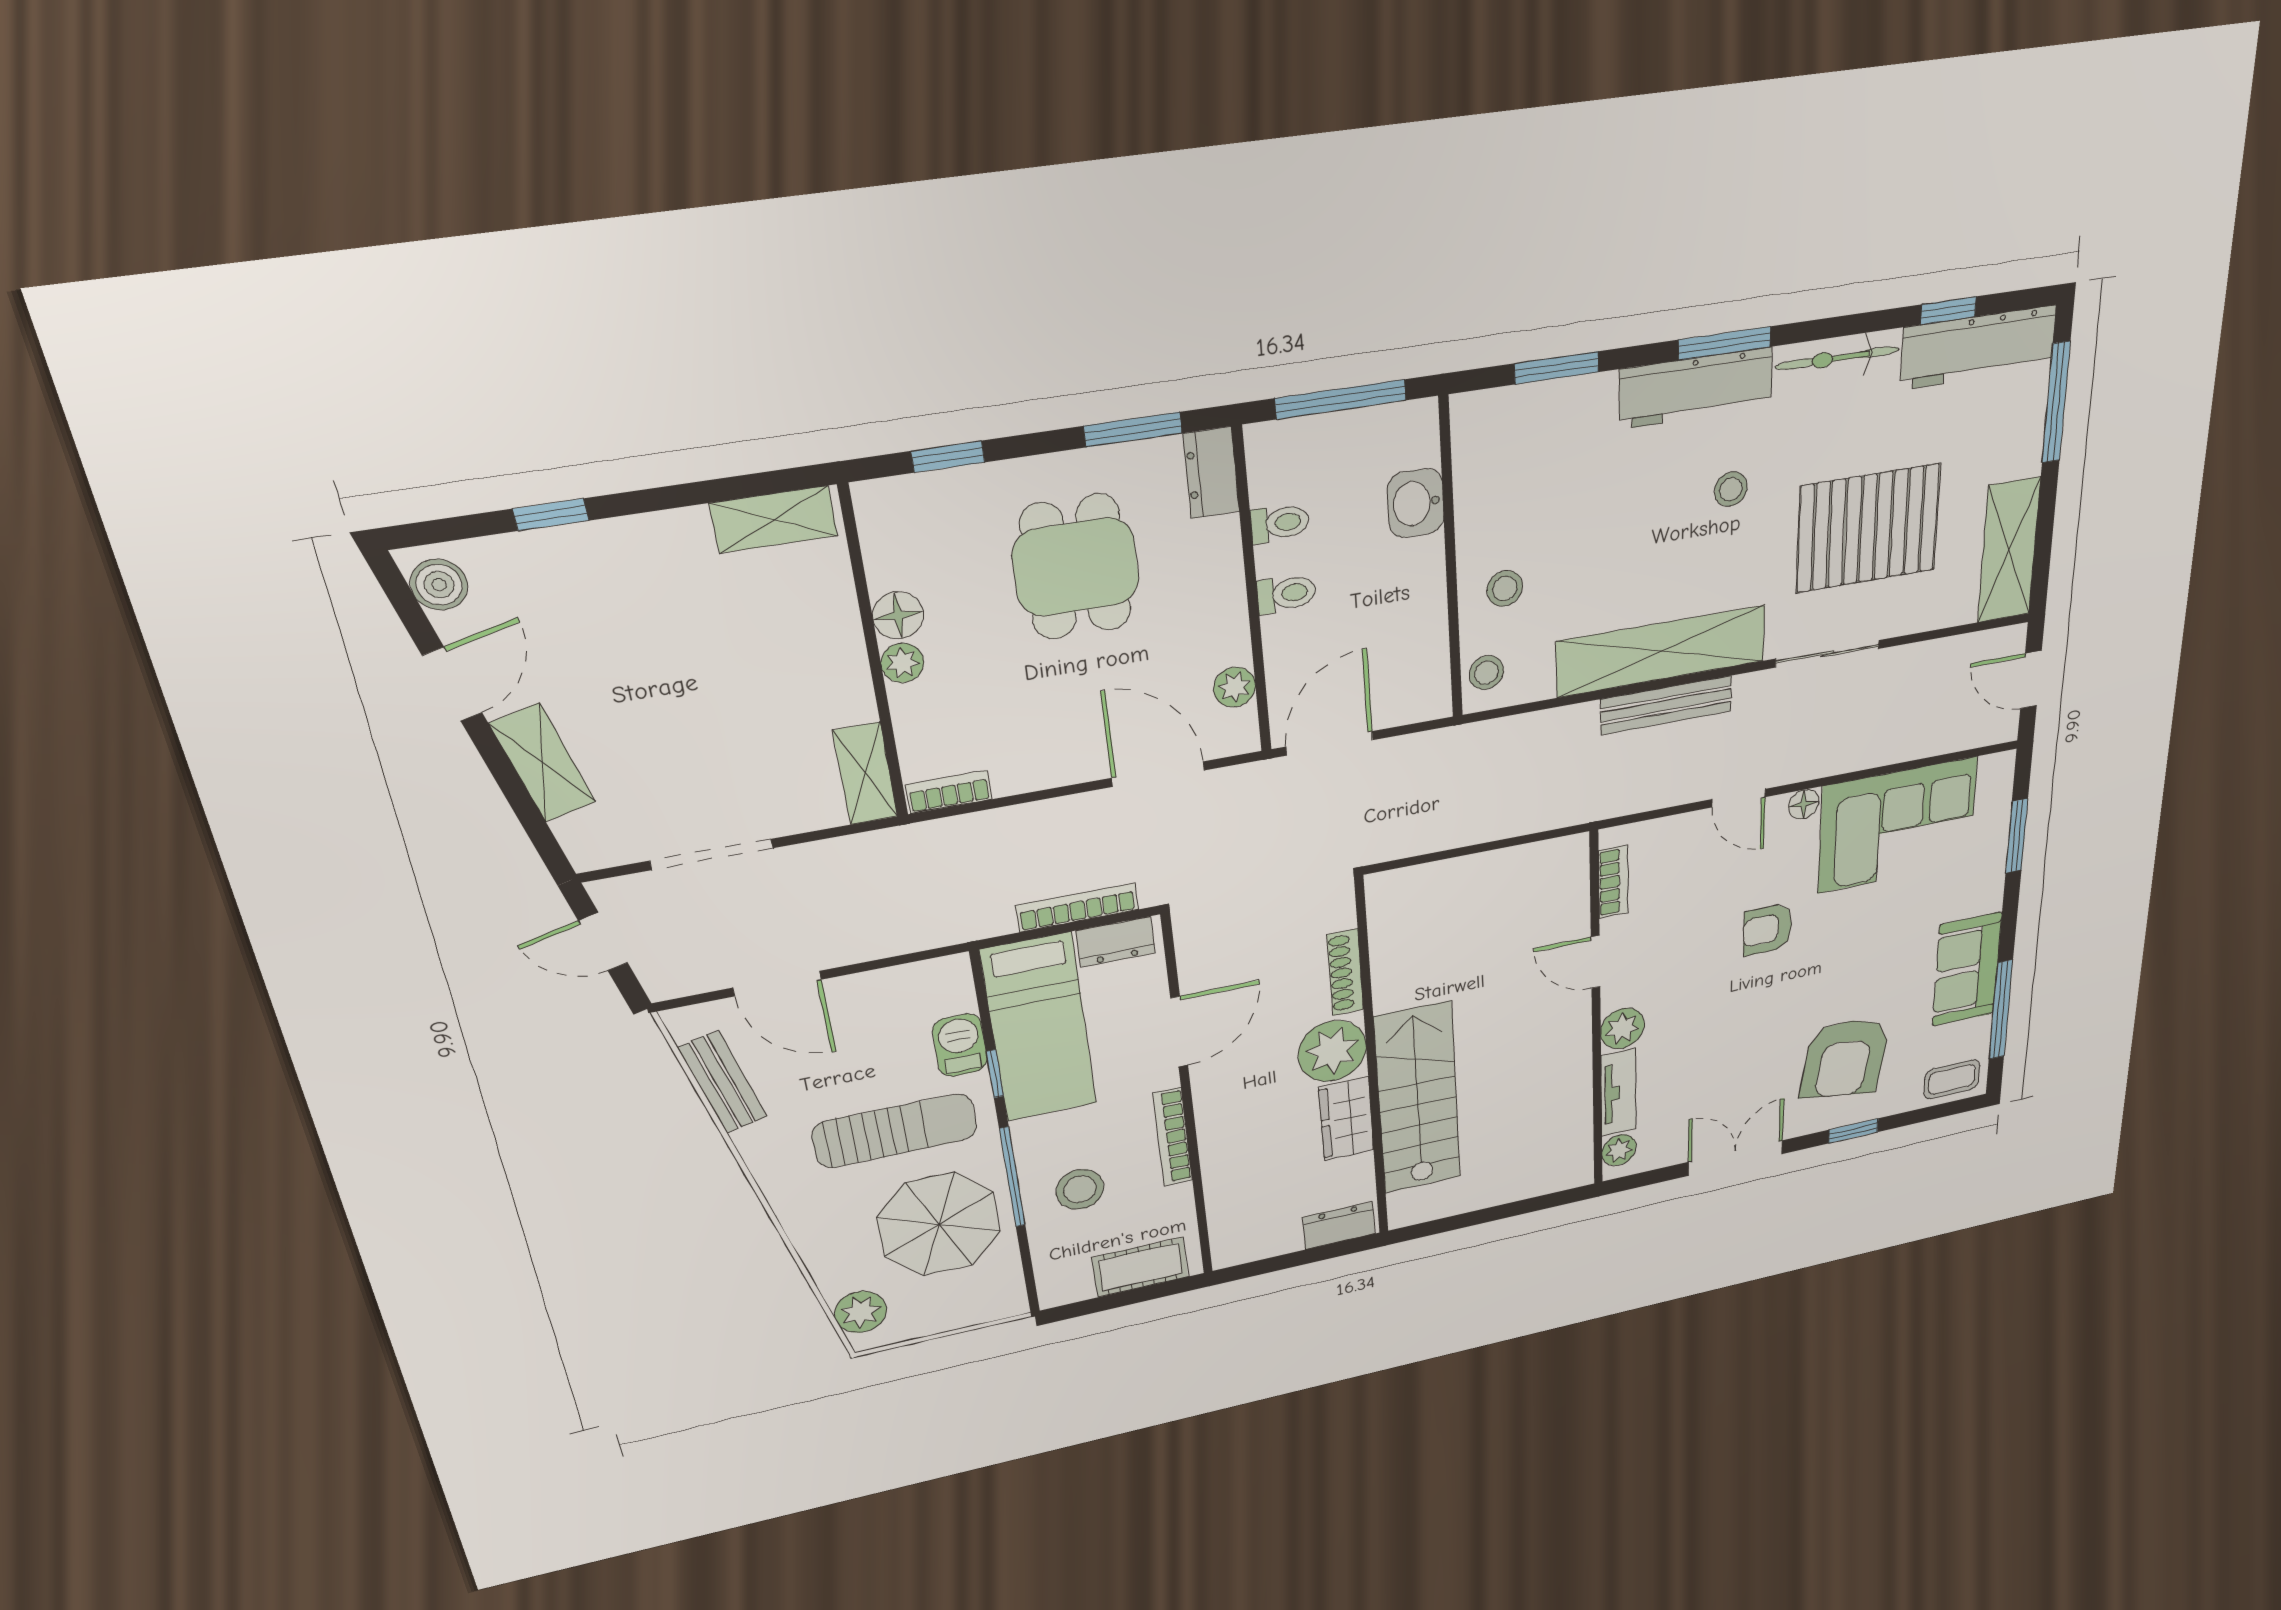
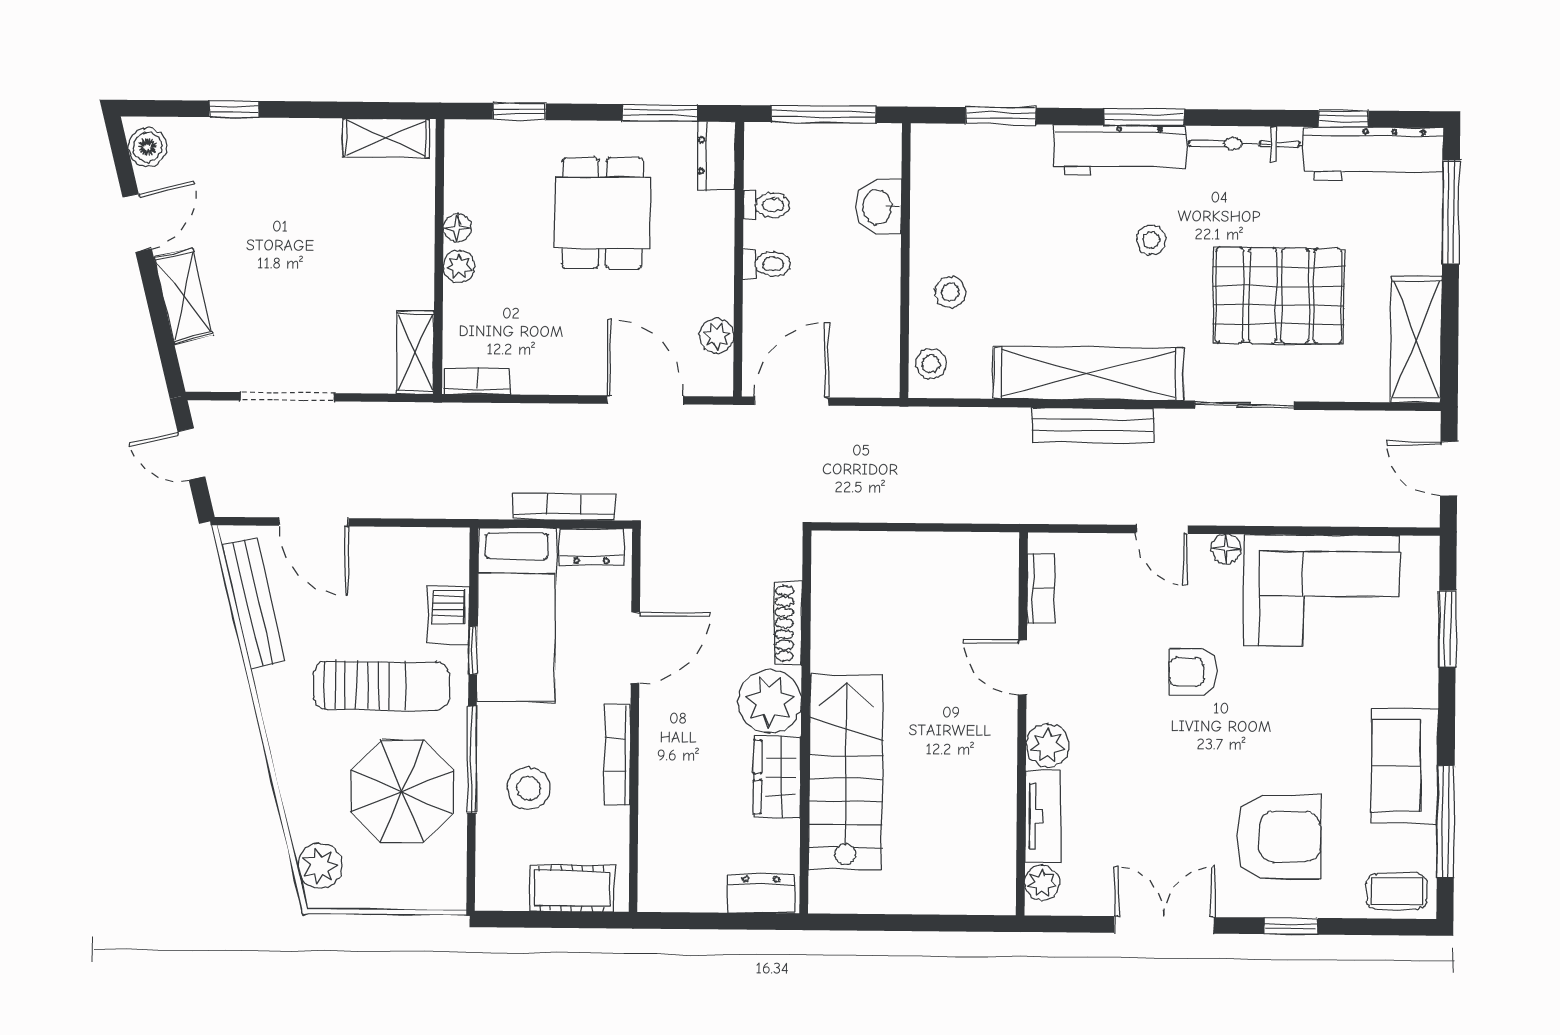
floor lamp: (898, 616) -> (457, 228), width x0.73, depth x0.73
armchair: (1845, 1058) -> (1278, 837), turned -99
bench: (723, 1082) -> (253, 603), width x1.36

